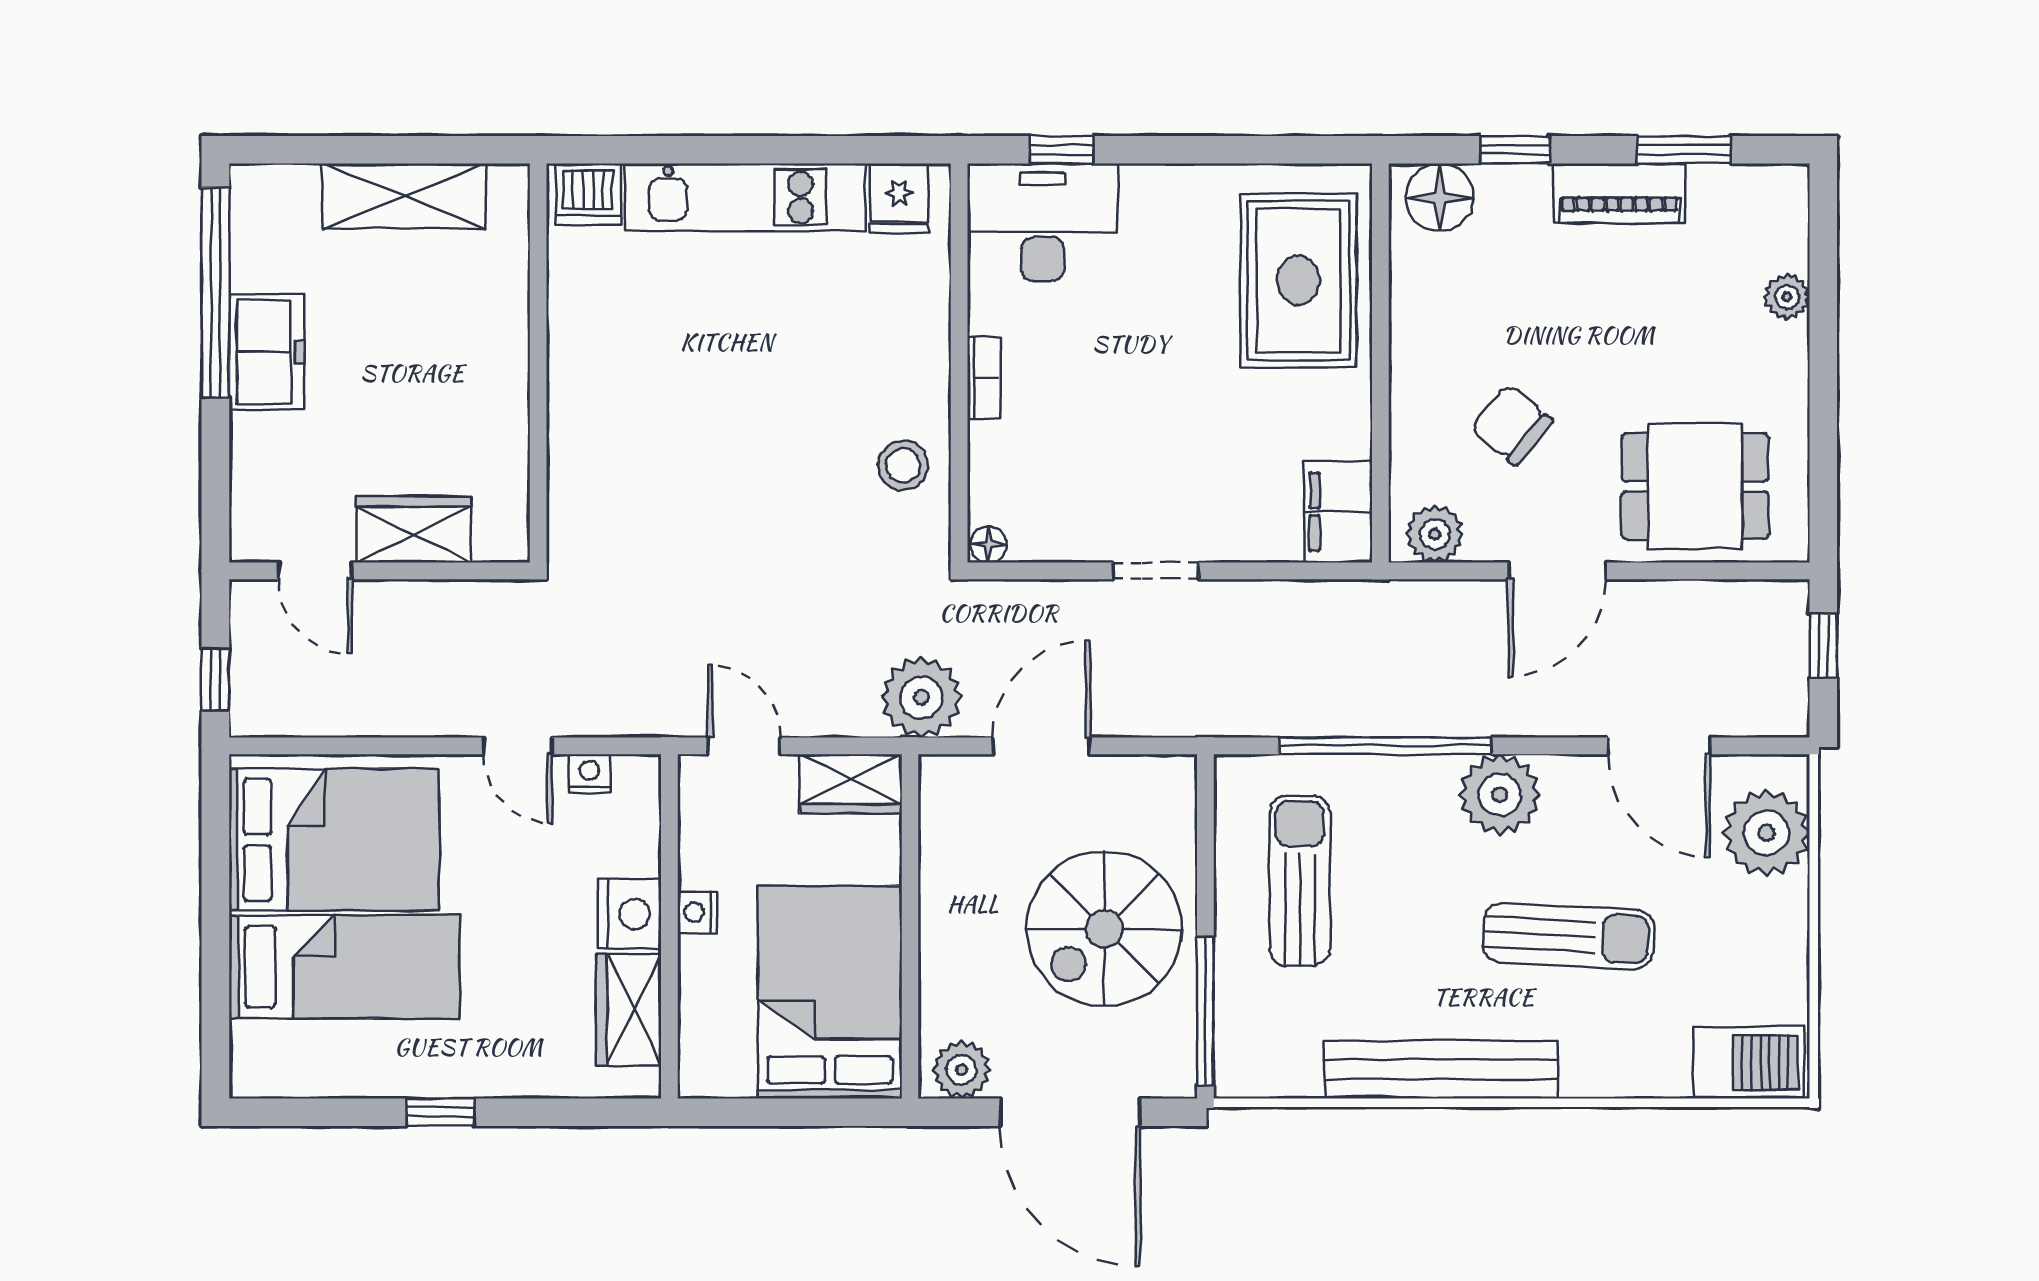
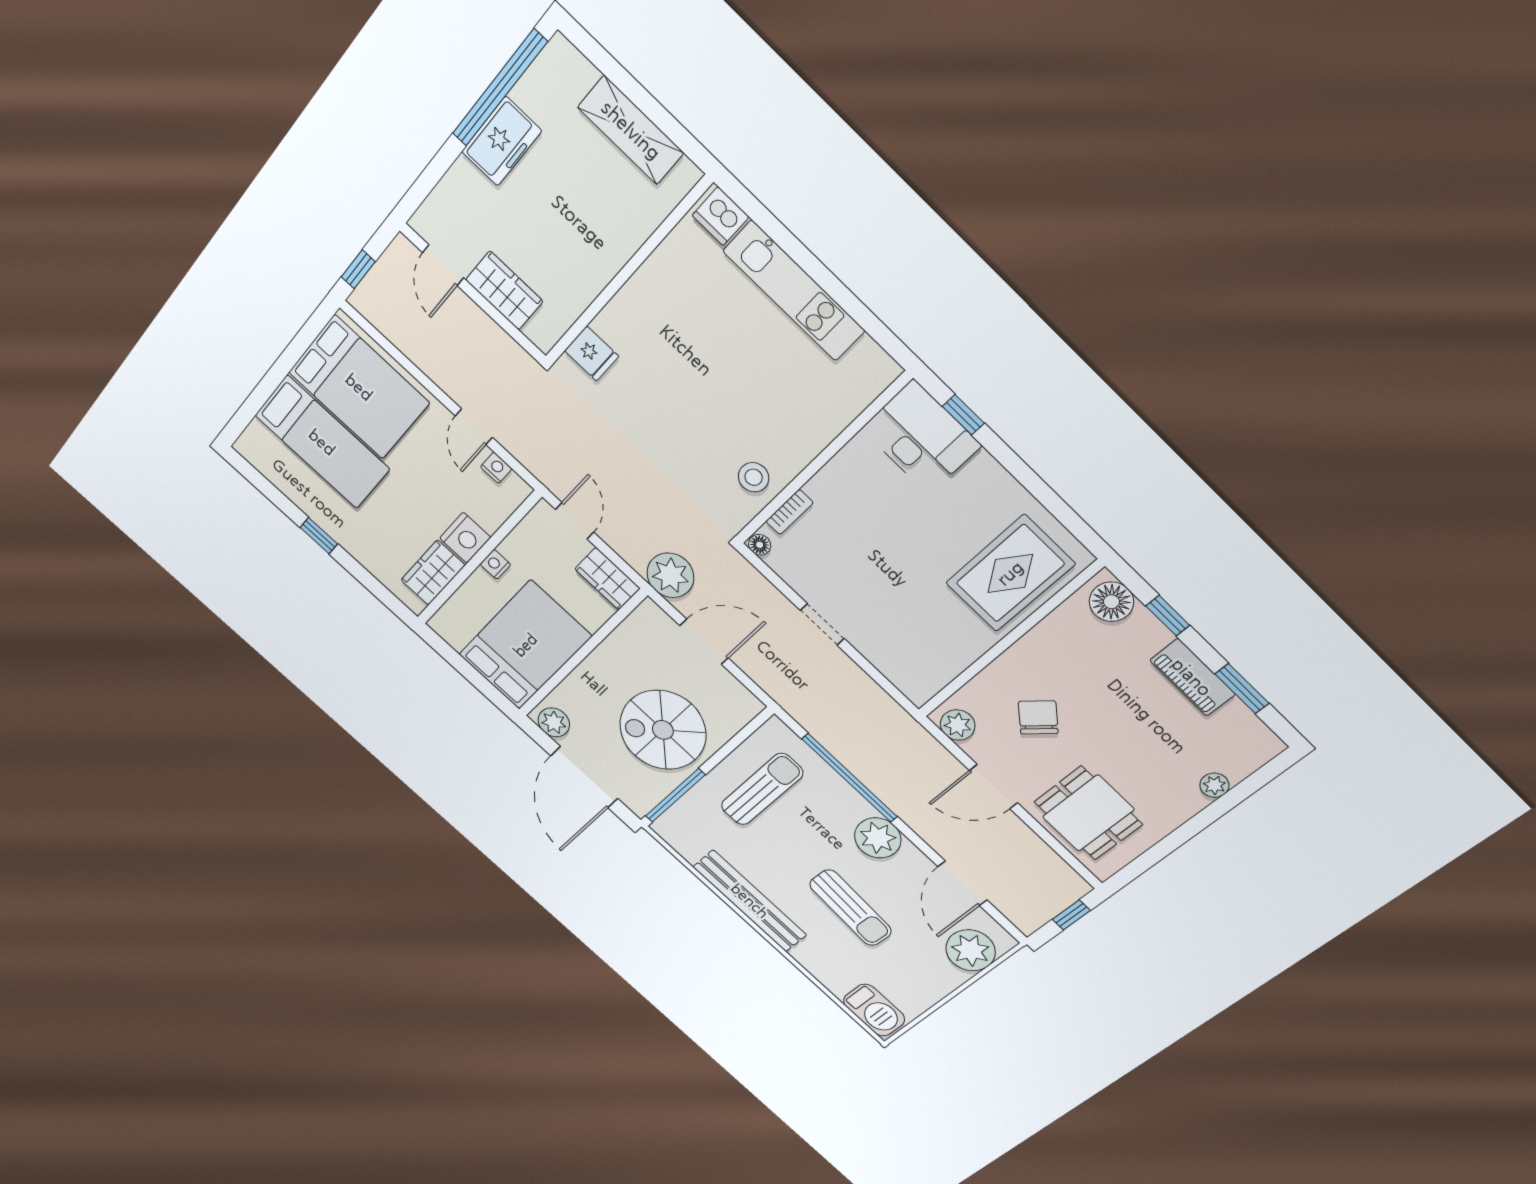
fridge: (899, 198) -> (592, 354), moved, turned -90
bookcase: (984, 377) -> (790, 512), moved
filing cabinet: (1338, 512) -> (926, 678), removed

